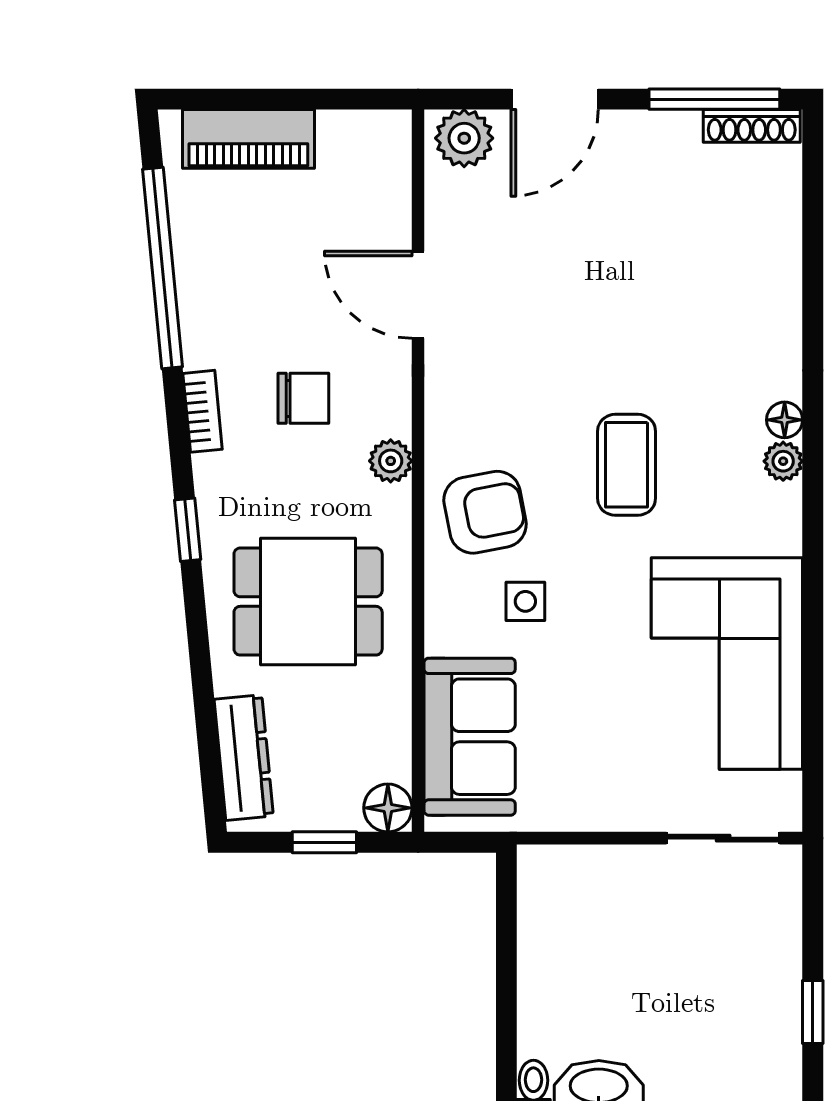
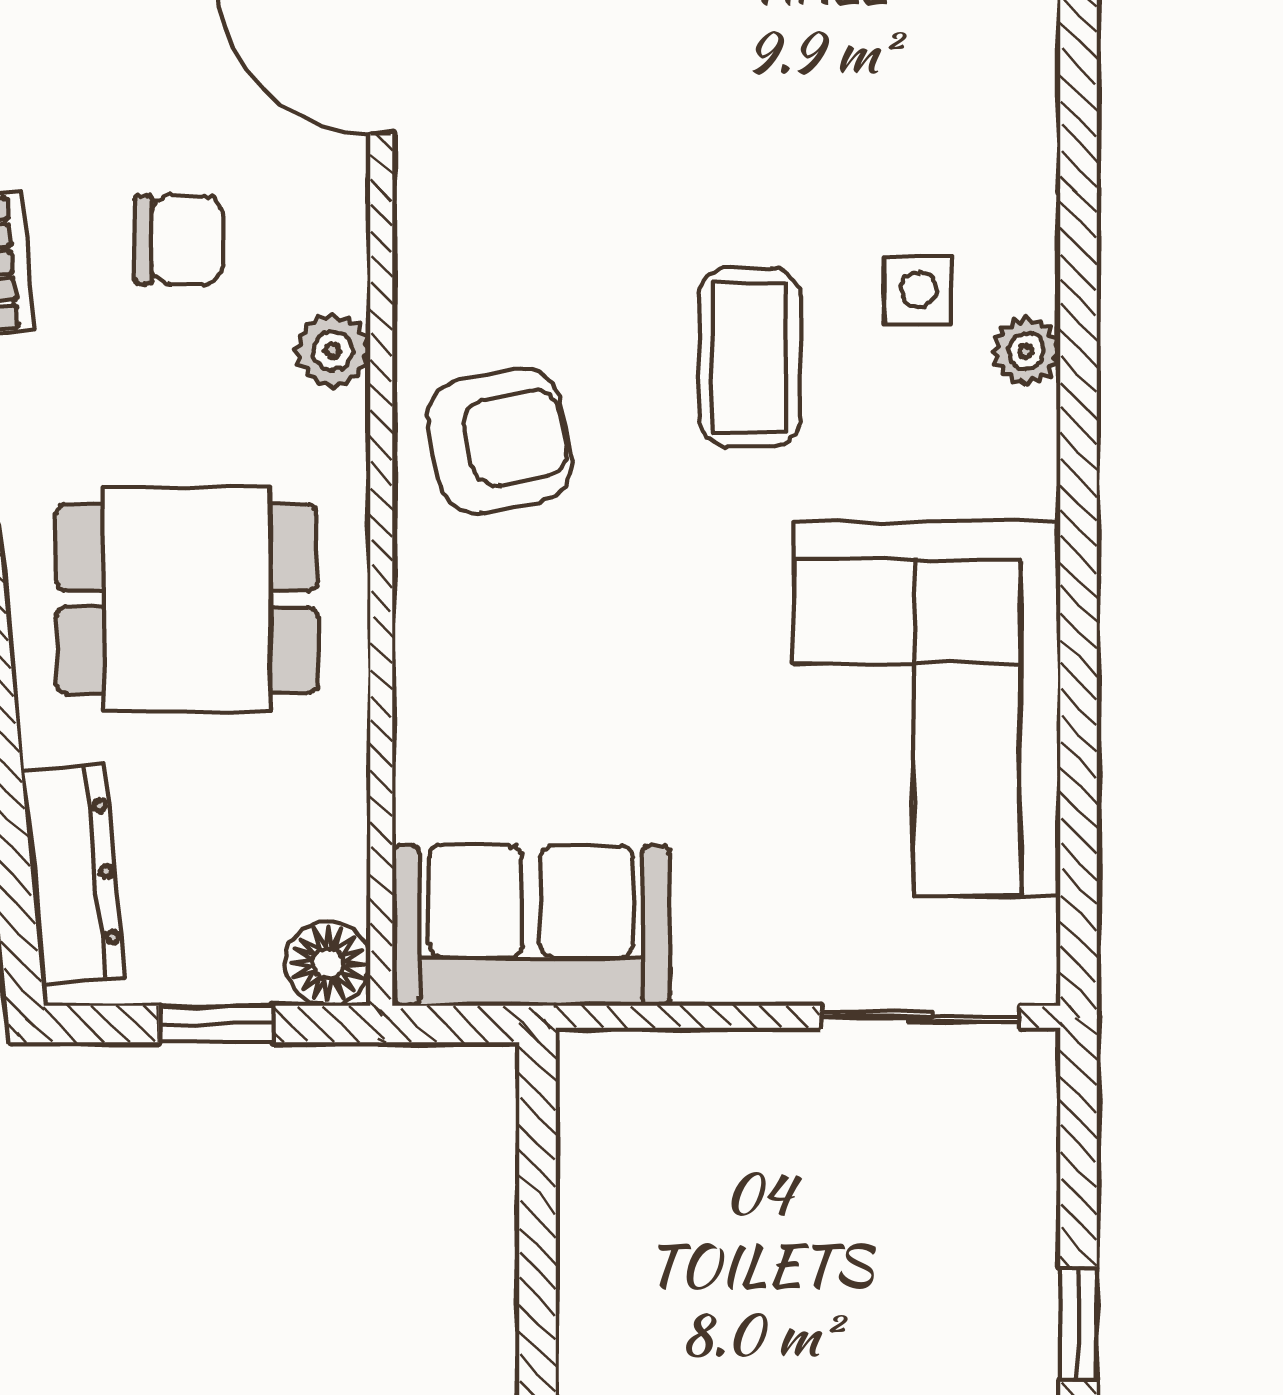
floor lamp: (785, 420) -> (1029, 278), removed
side table: (525, 601) -> (918, 290), moved
sofa: (470, 737) -> (531, 926), moved, turned -90

